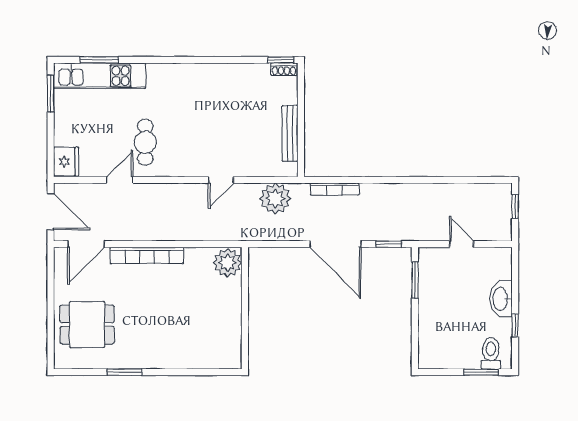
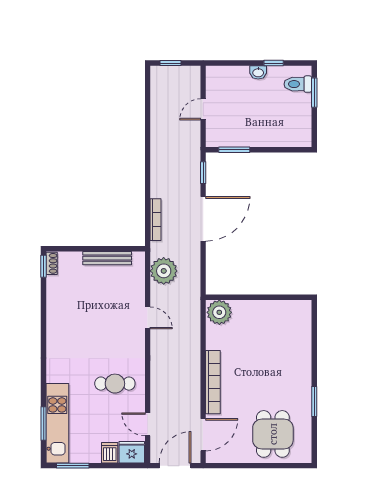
dishwasher: (65, 136) -> (110, 453), added
door: (120, 180) -> (148, 424), moved
door: (86, 244) -> (203, 435), hinge flipped
washbasin: (501, 299) -> (258, 72), width x0.52, depth x0.69

